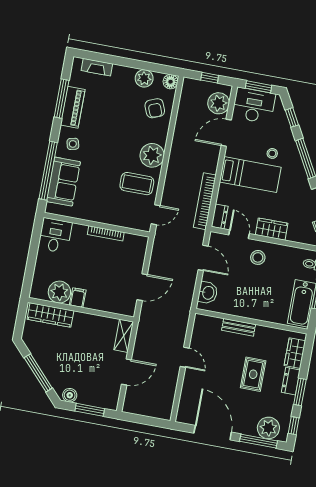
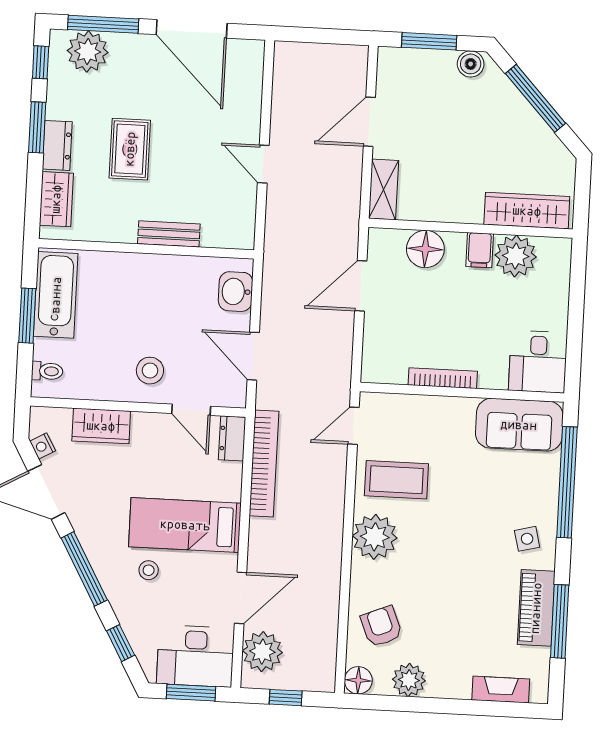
sofa: (63, 182) -> (519, 425), moved, turned -90
wardrobe: (272, 229) -> (101, 426), moved
floor lamp: (106, 302) -> (425, 249), added

